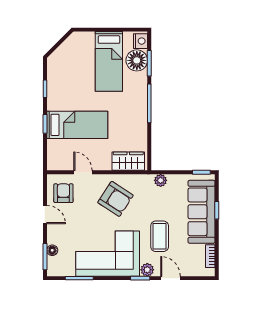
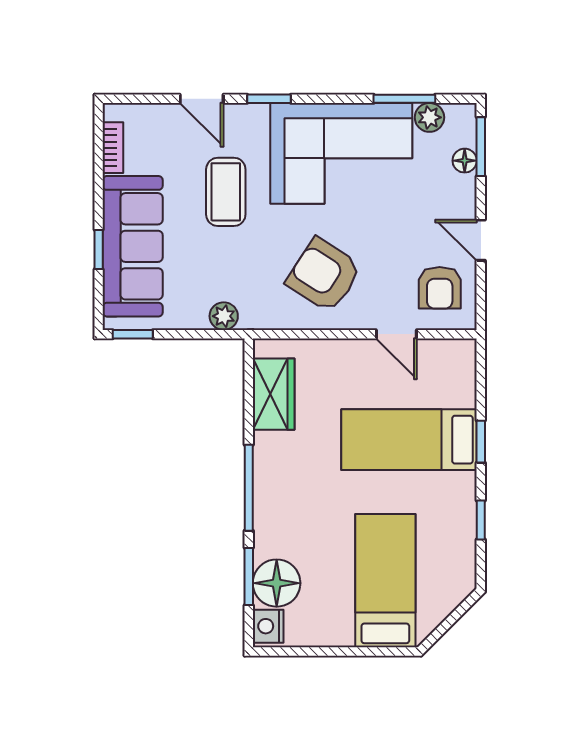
bed: (109, 61) -> (385, 581), moved
wardrobe: (128, 161) -> (274, 394), moved, turned -90
plant: (147, 270) -> (429, 117), moved

